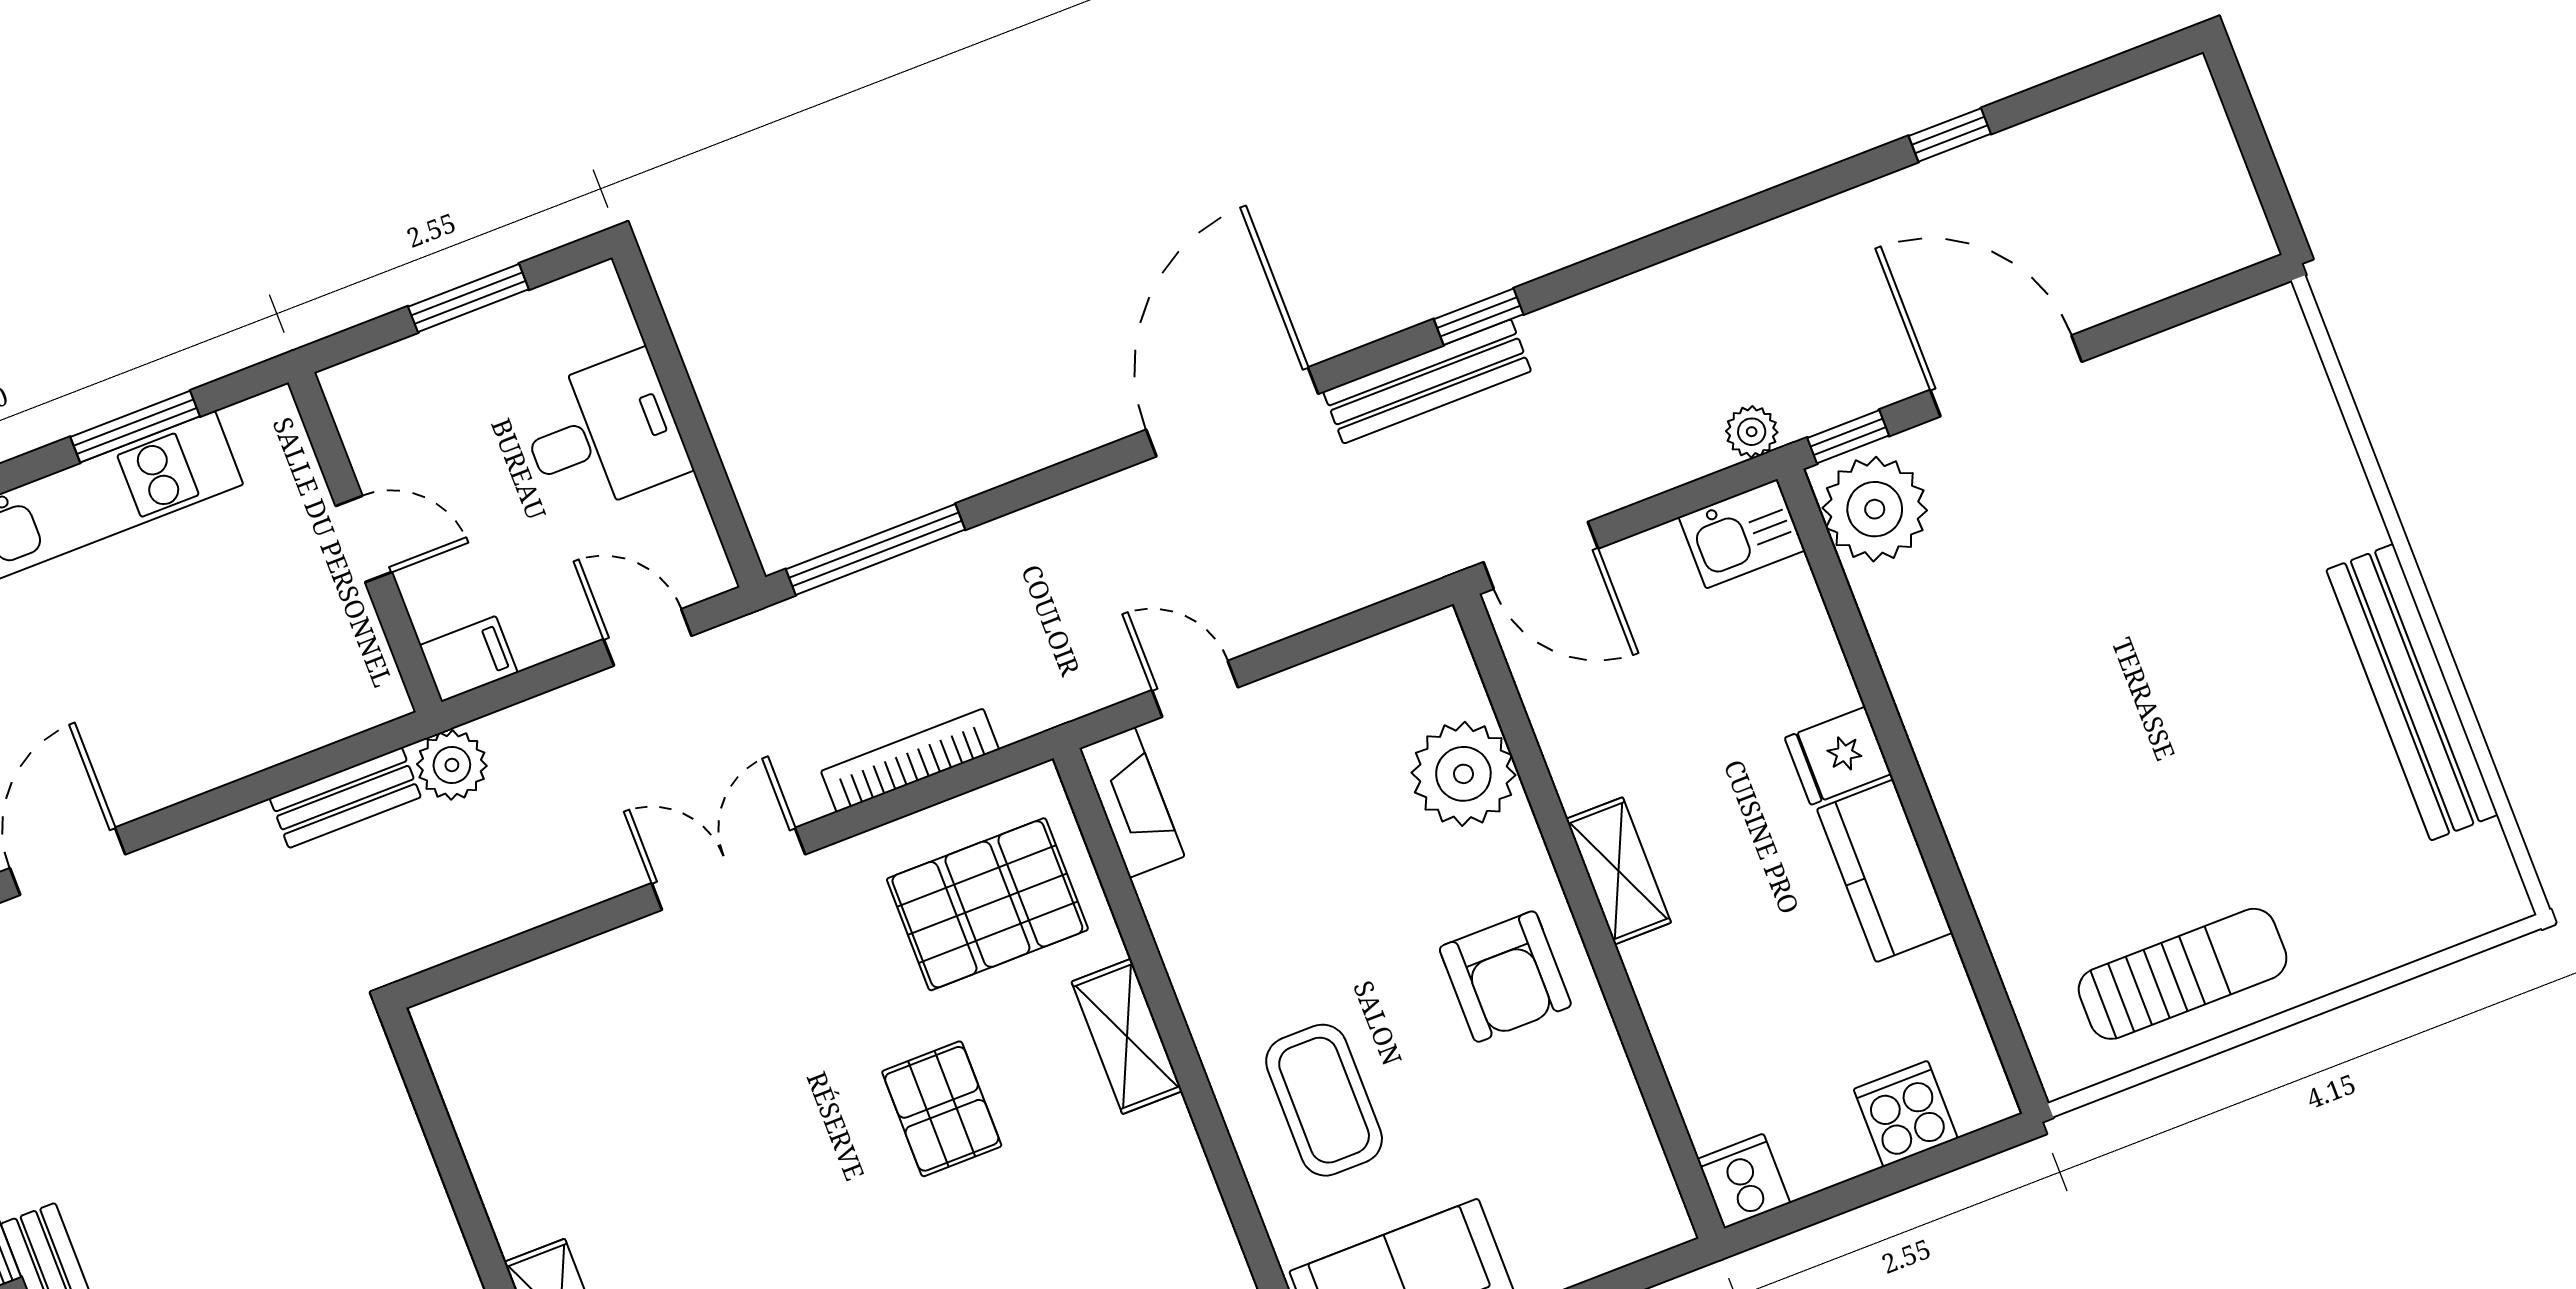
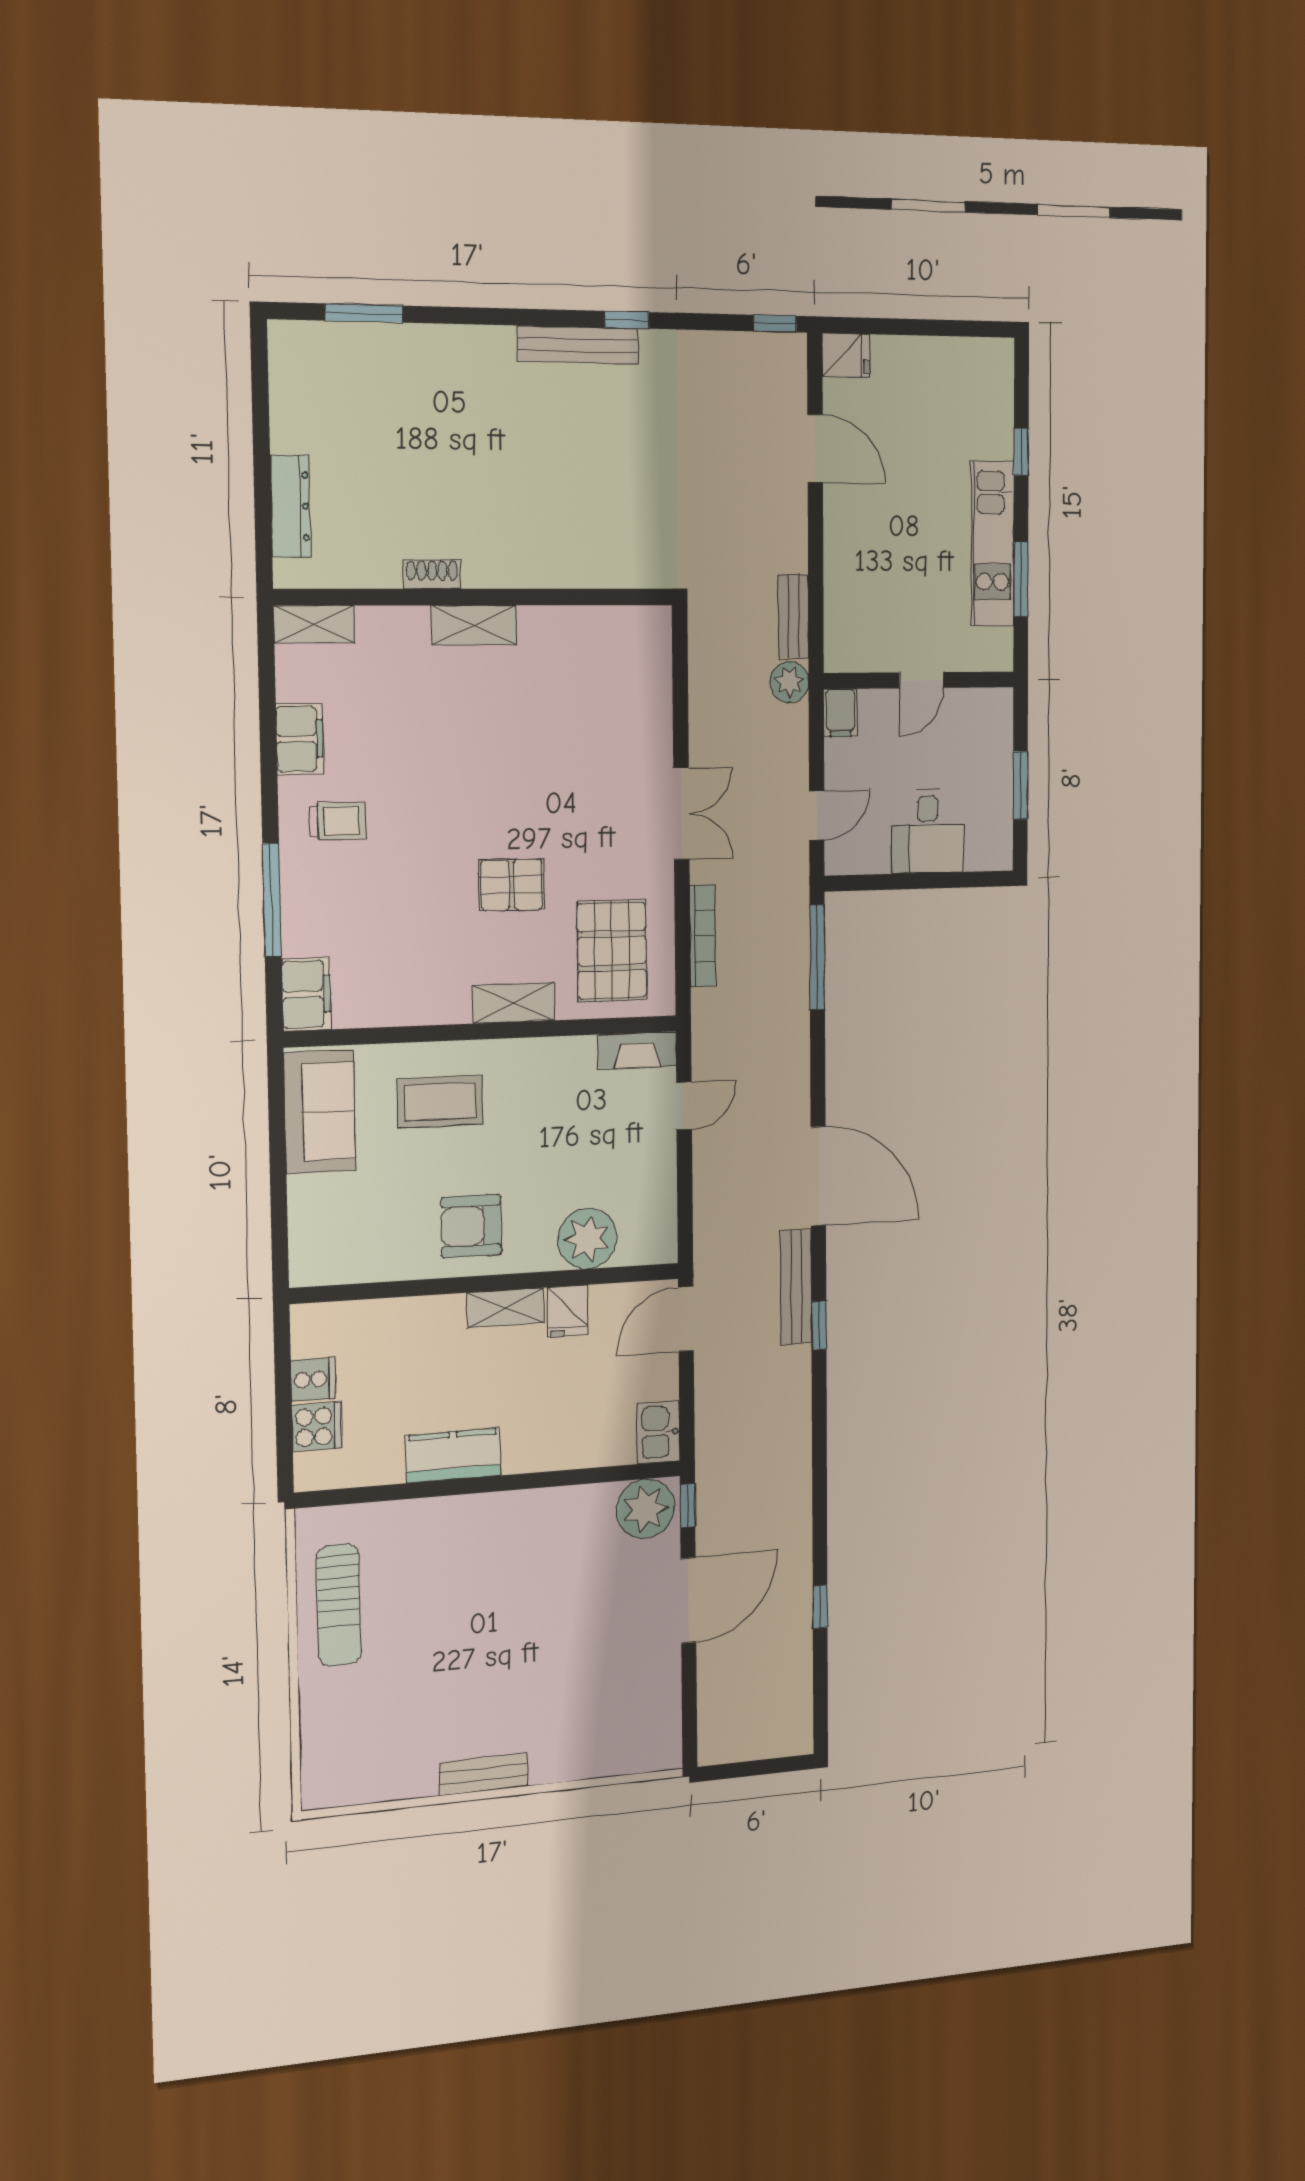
plant: (1752, 432) -> (709, 1454), removed
bench: (2412, 692) -> (484, 1774), width x0.54, depth x0.82
fridge: (1838, 756) -> (567, 1311), moved, turned 180
cooker: (1744, 1181) -> (313, 1379), moved

